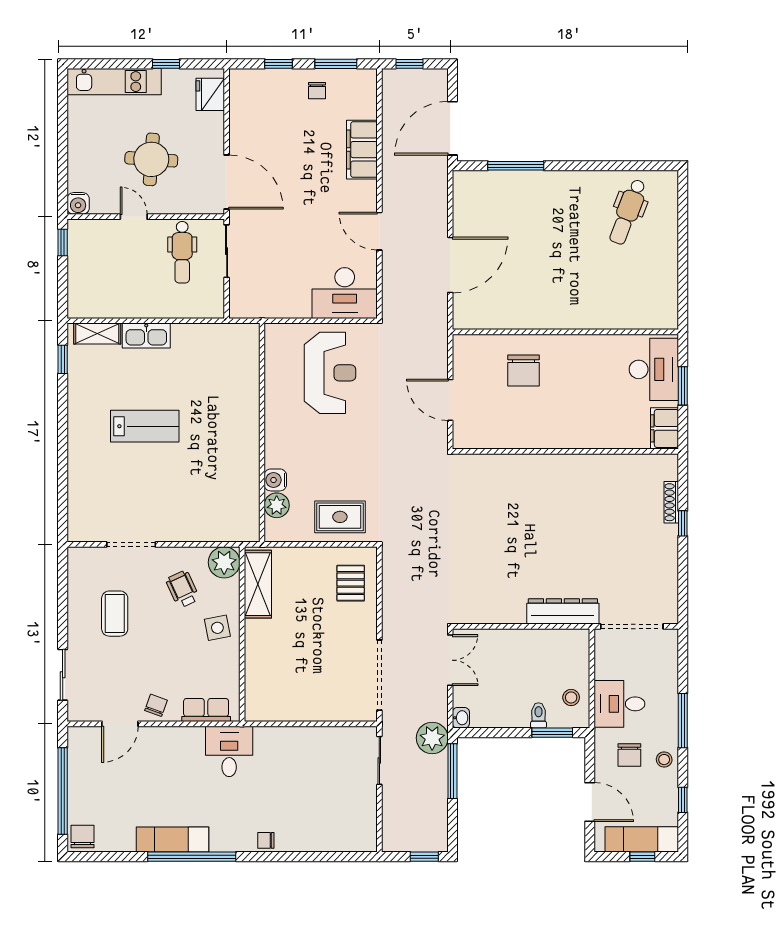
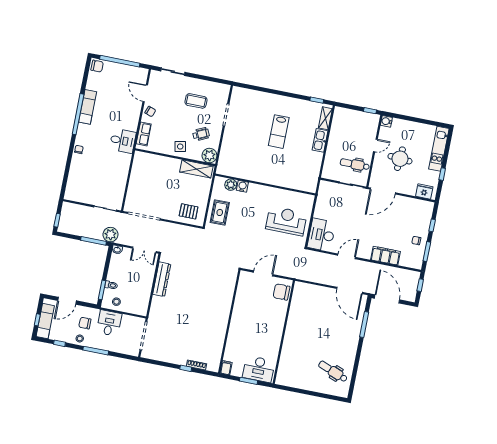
door: (450, 265) -> (350, 290), moved
chair: (524, 370) -> (281, 292), moved
reception desk: (330, 373) -> (286, 221), turned 180
filing cabinet: (664, 428) -> (226, 368), width x0.50
dresser: (563, 611) -> (162, 279), moved

